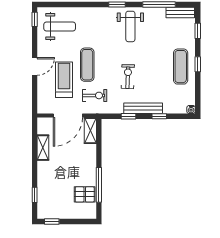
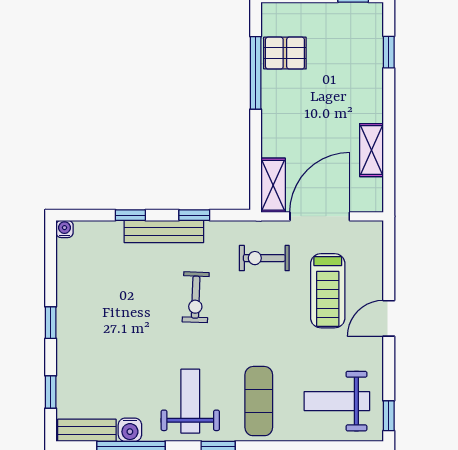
water cooler: (159, 13) -> (130, 430), added
exercise mat: (87, 65) -> (259, 401), moved
exercise mat: (181, 67) -> (86, 318), removed

